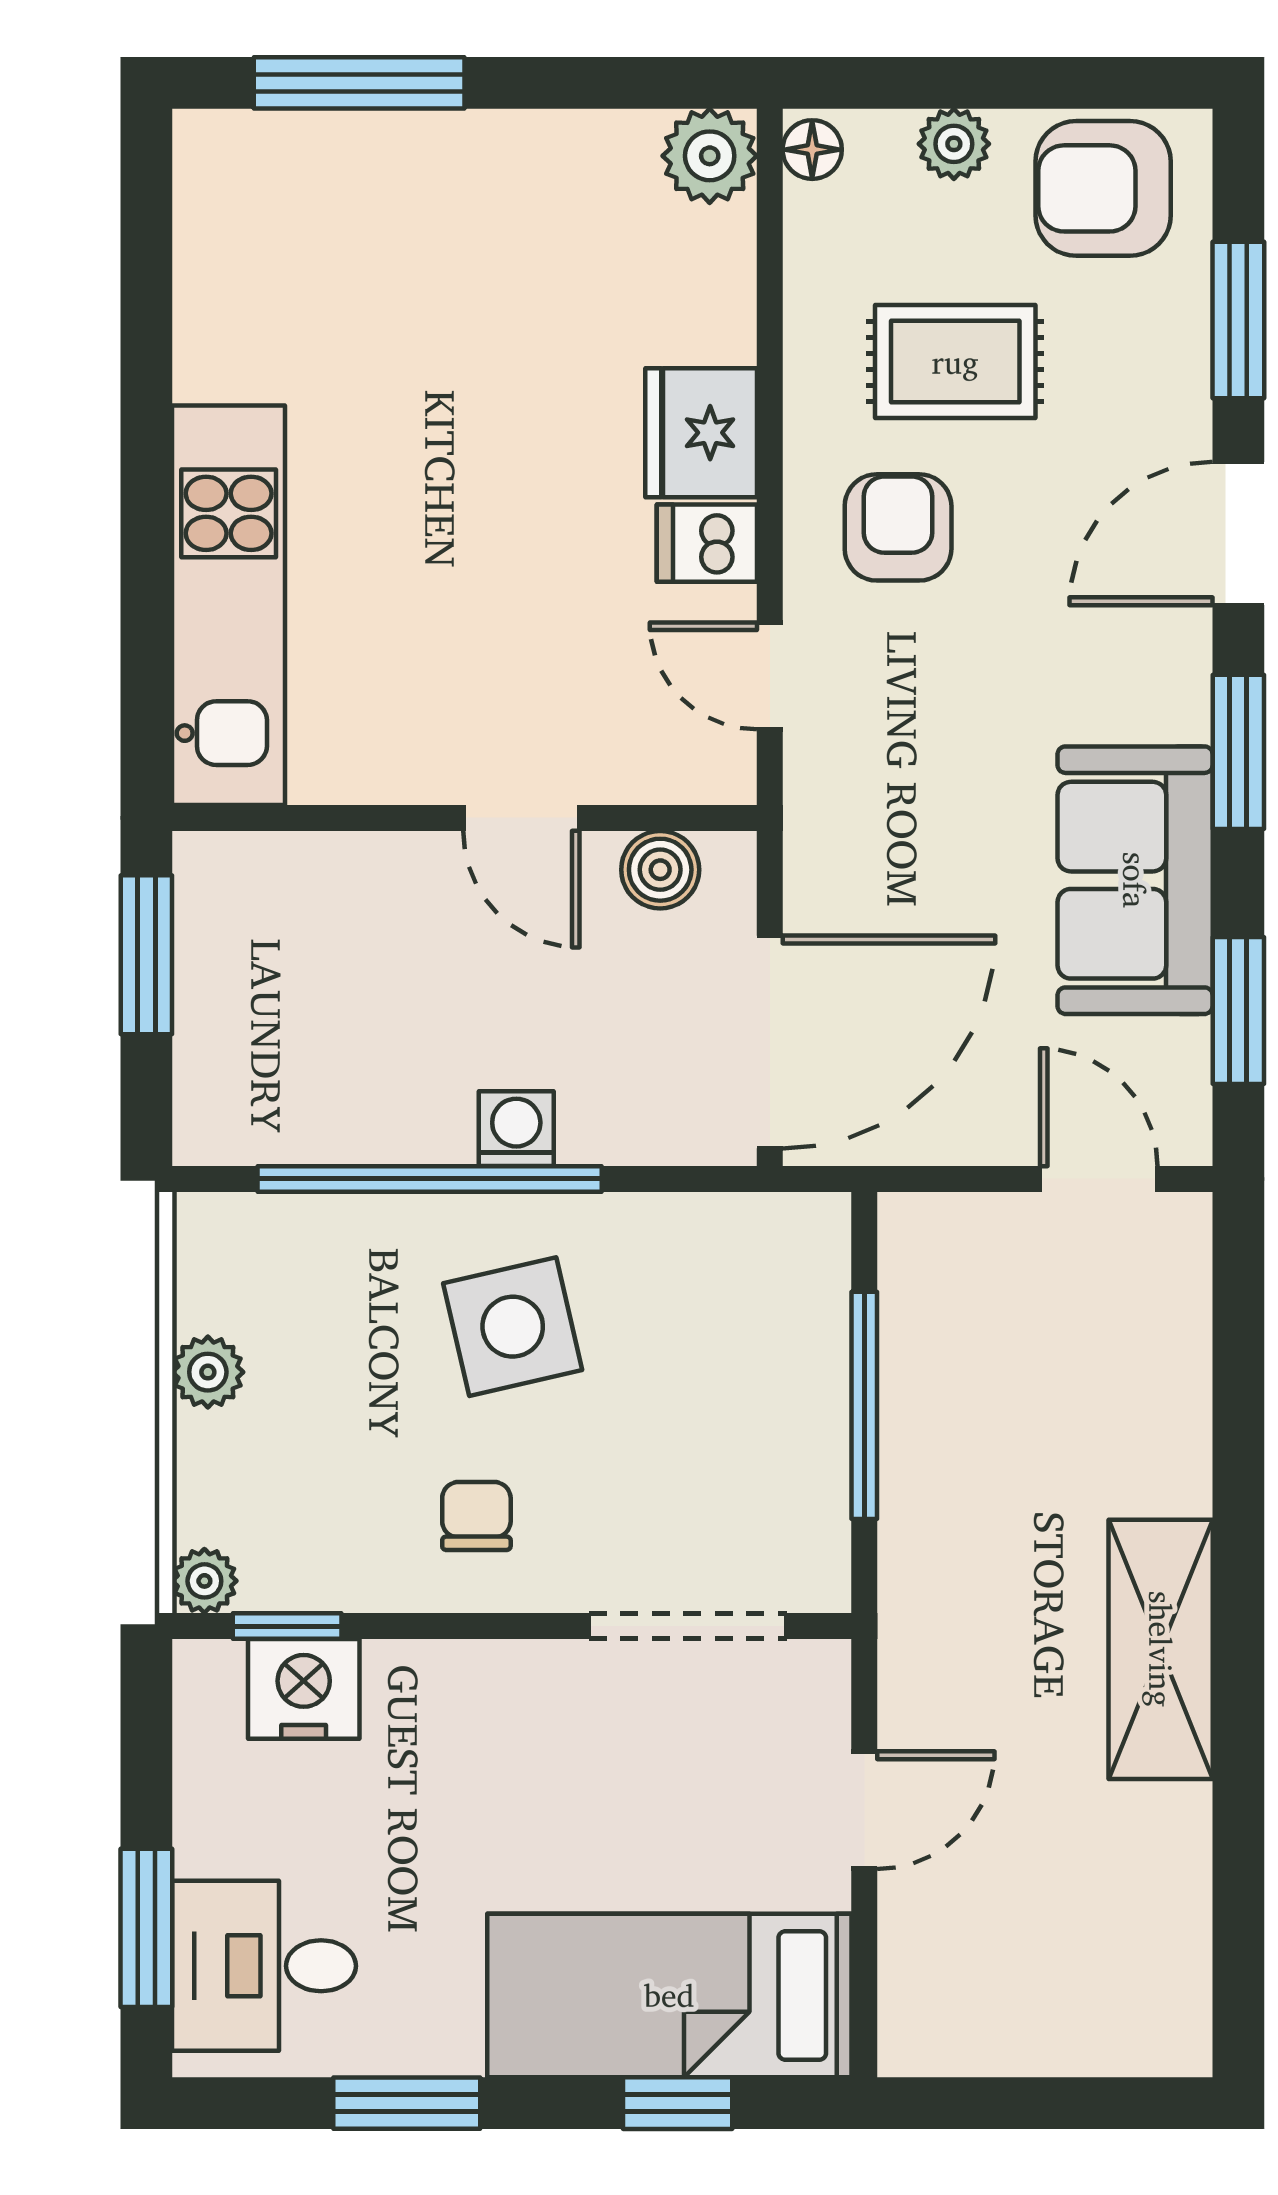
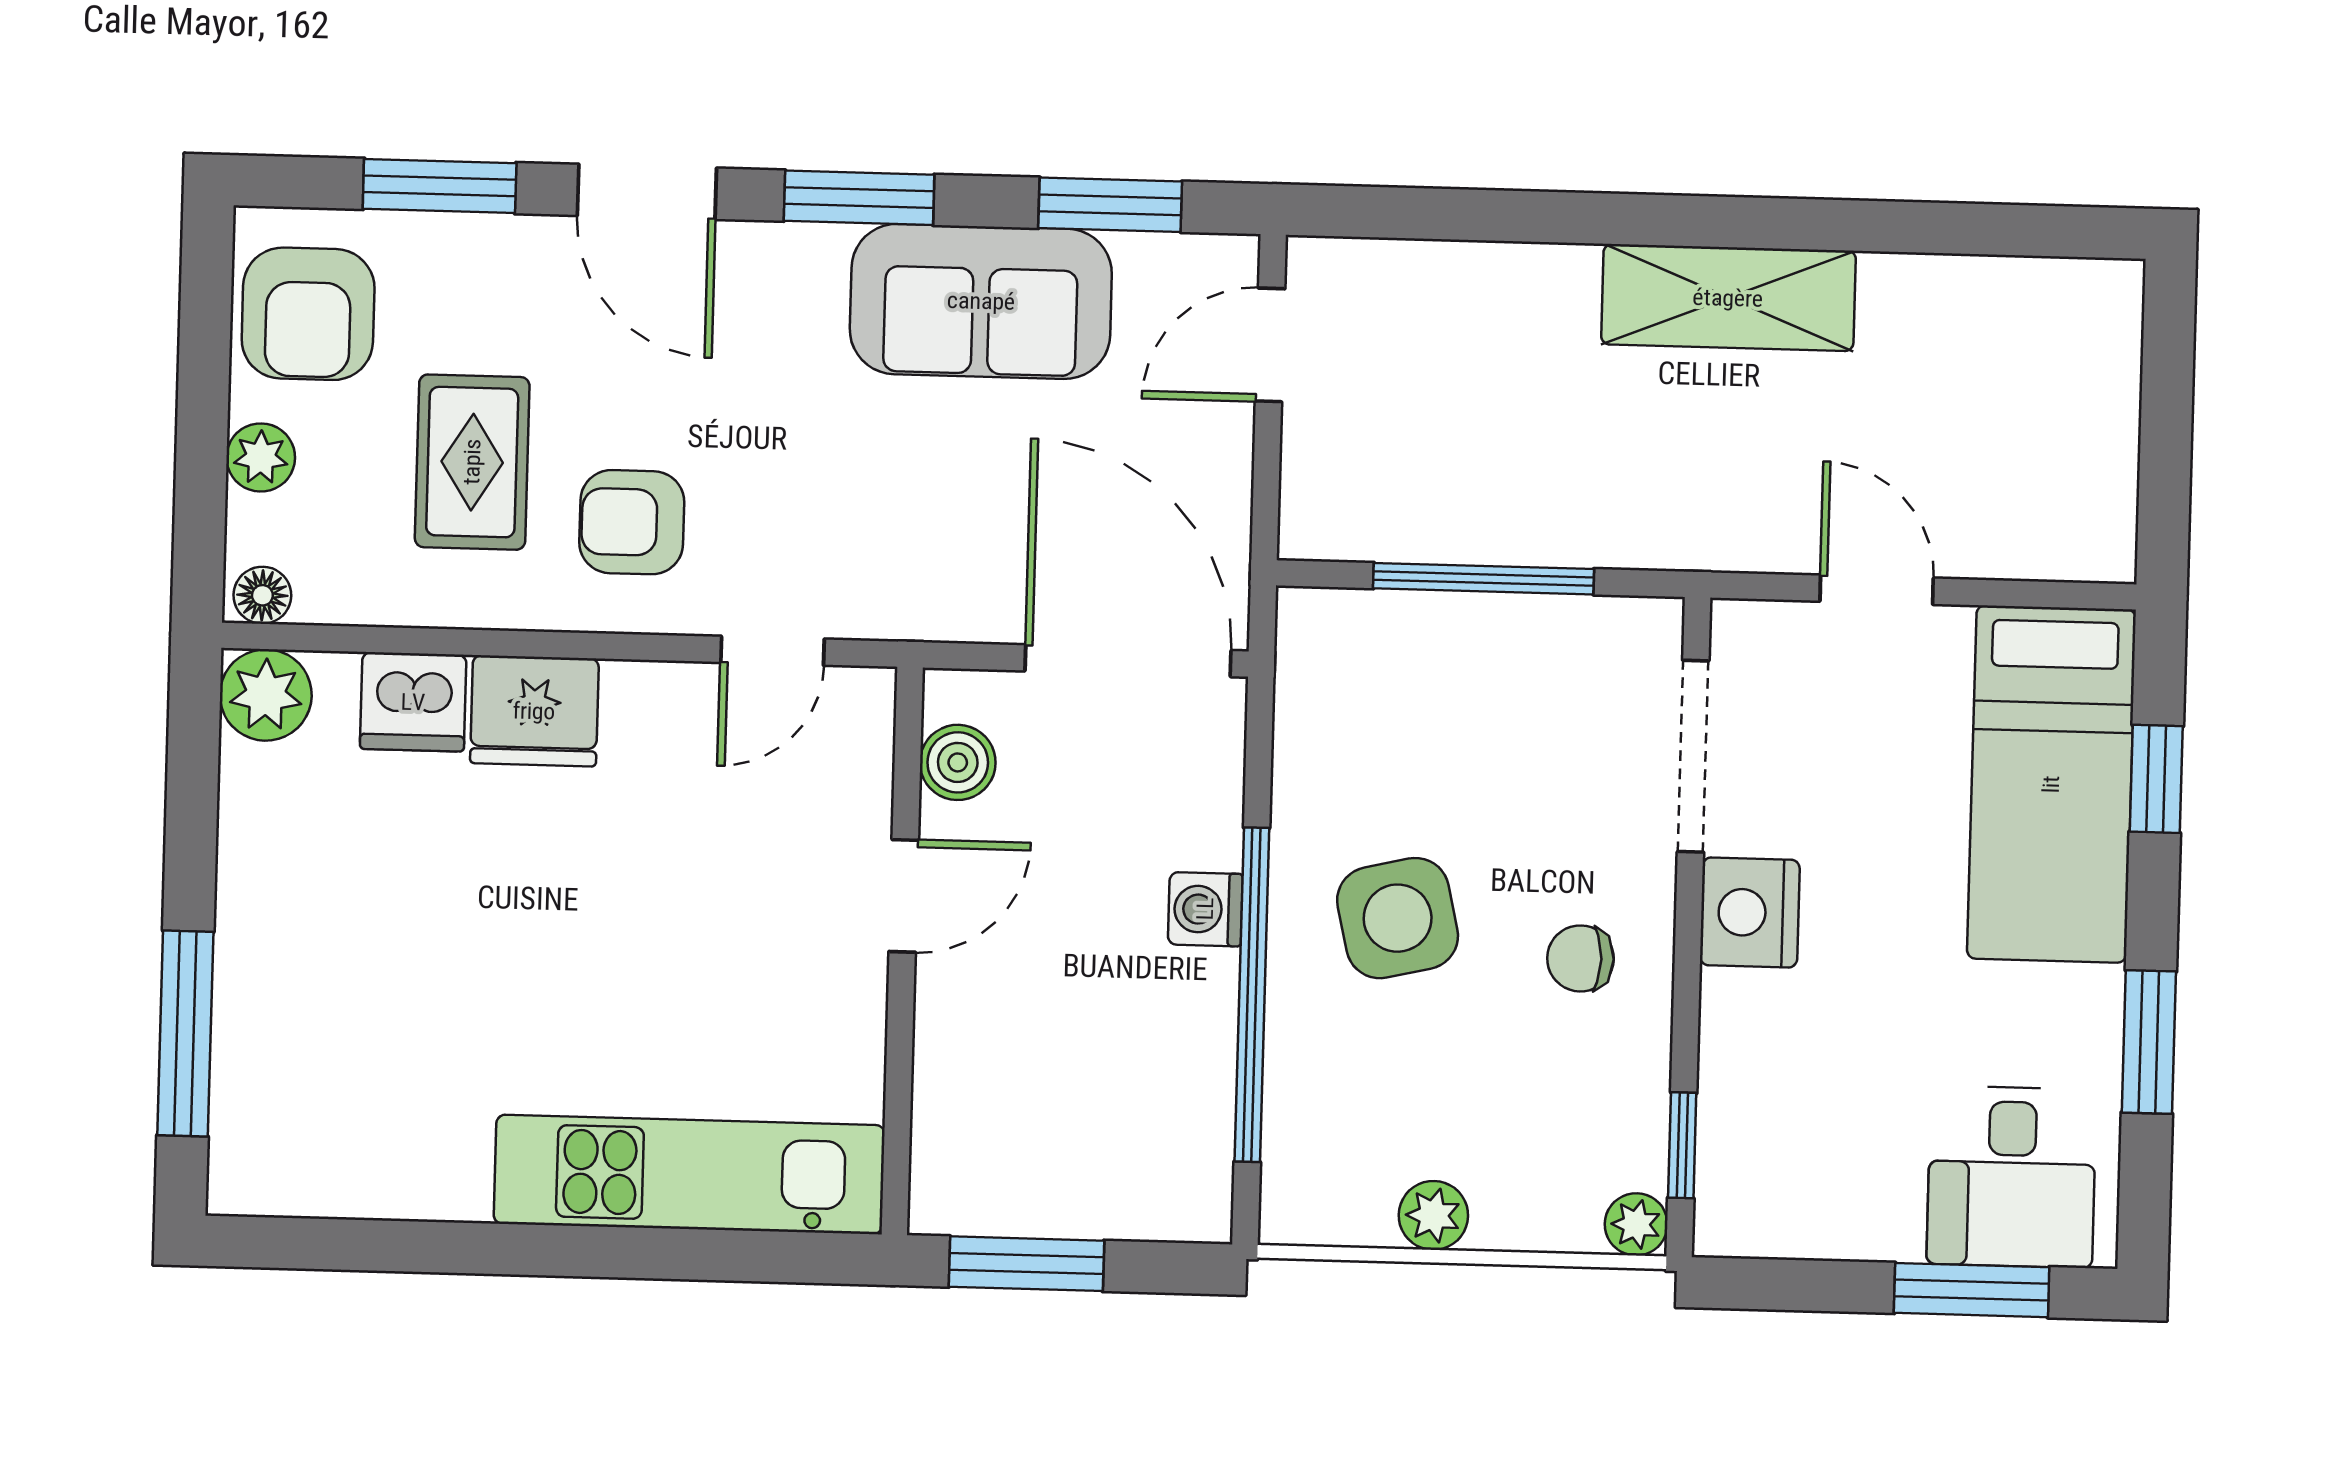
dishwasher: (707, 543) -> (413, 702), moved, width x1.38
nightstand: (304, 1689) -> (1750, 912), moved

